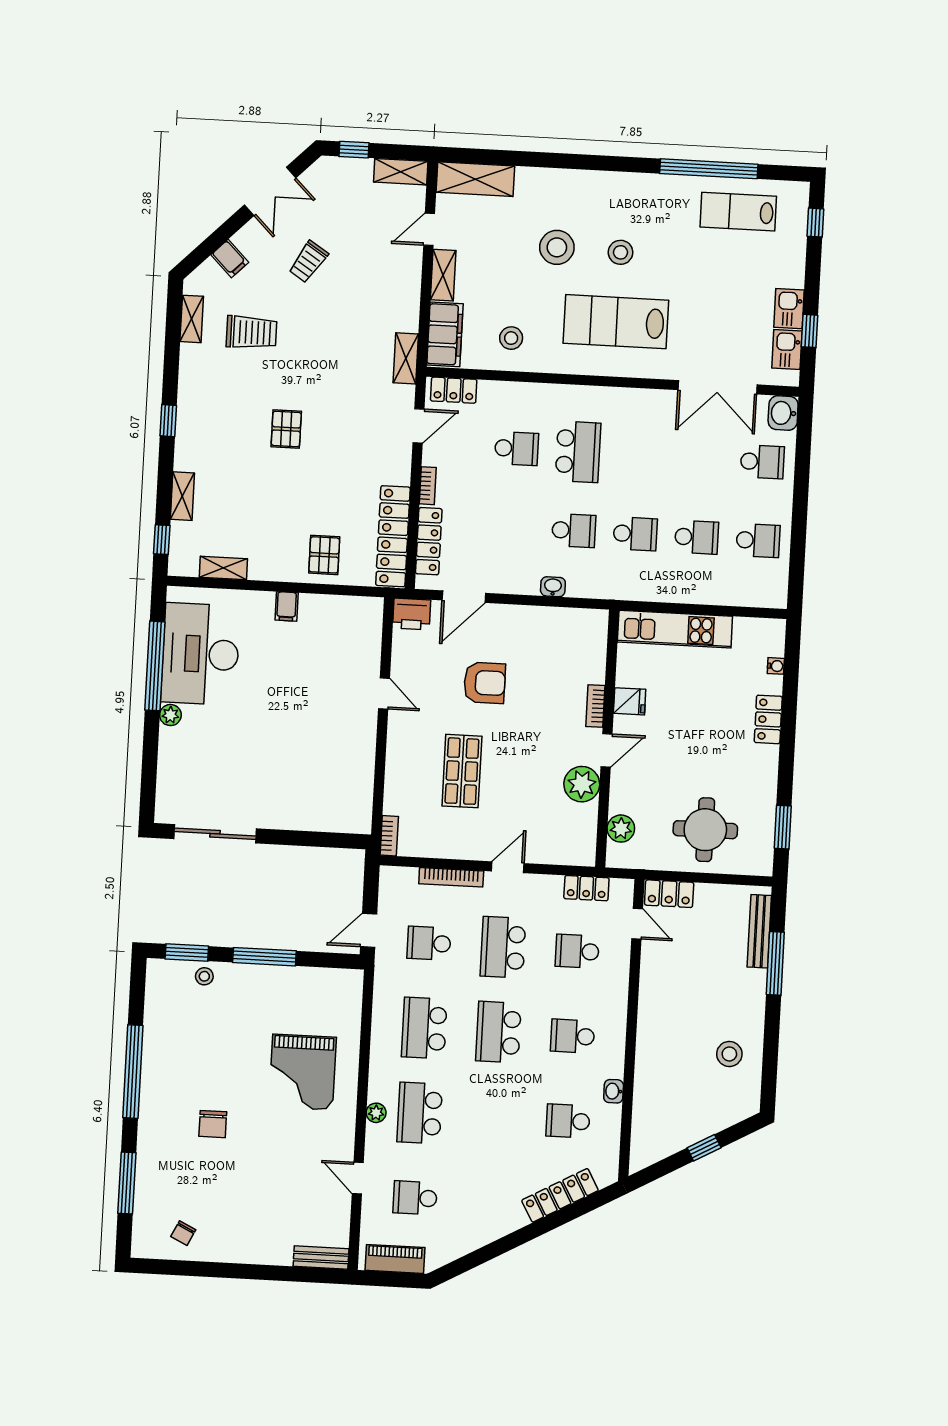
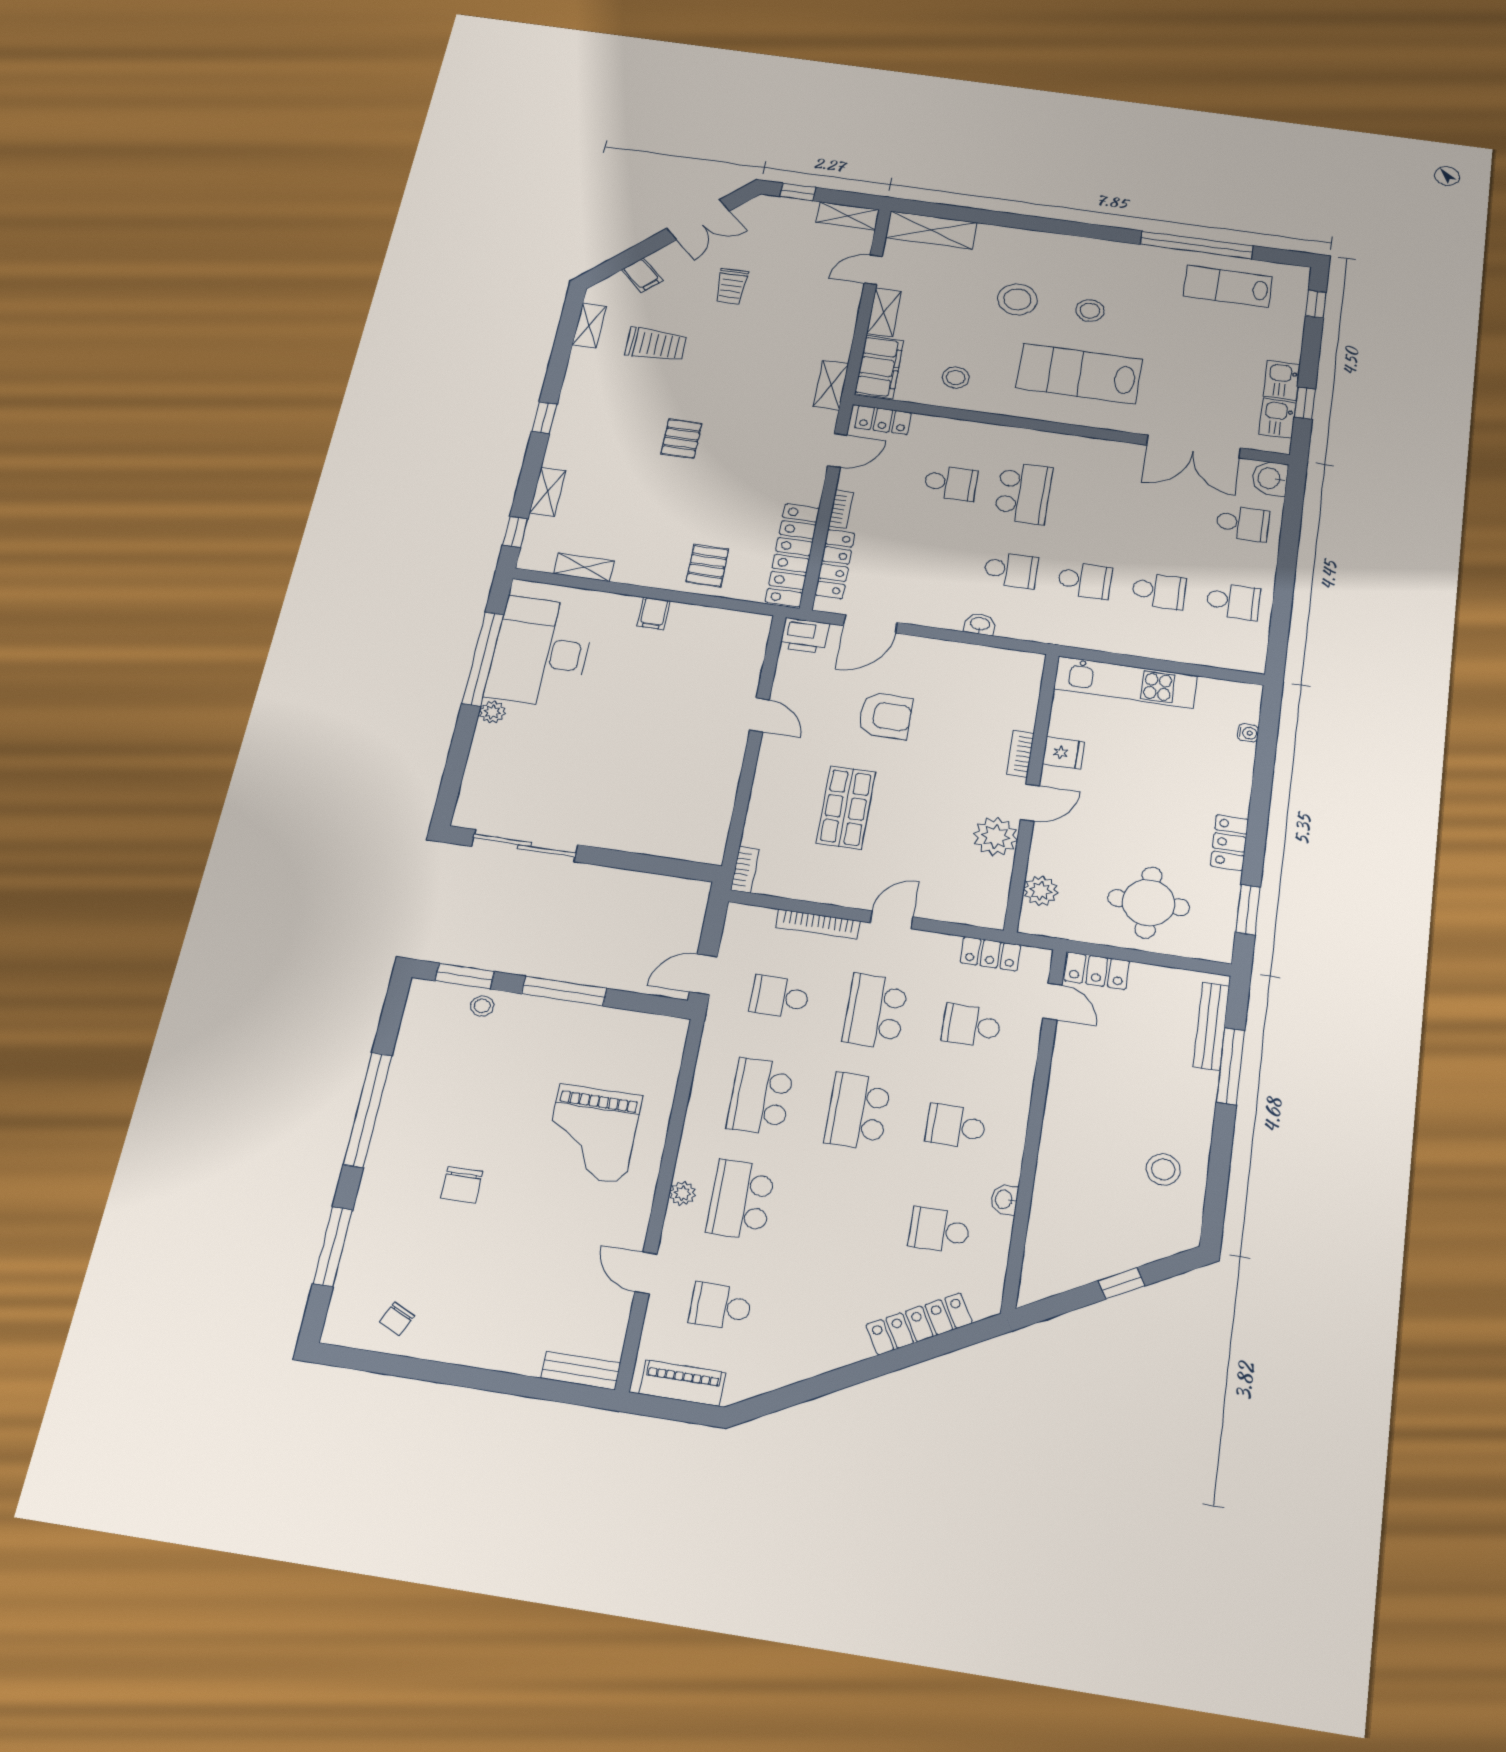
trolley: (308, 262) -> (731, 286), turned -33
locker: (768, 719) -> (1229, 843), moved

